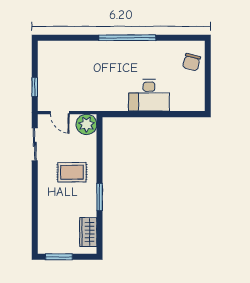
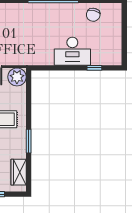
chair: (192, 62) -> (93, 15), moved
window: (174, 114) -> (94, 68), added

